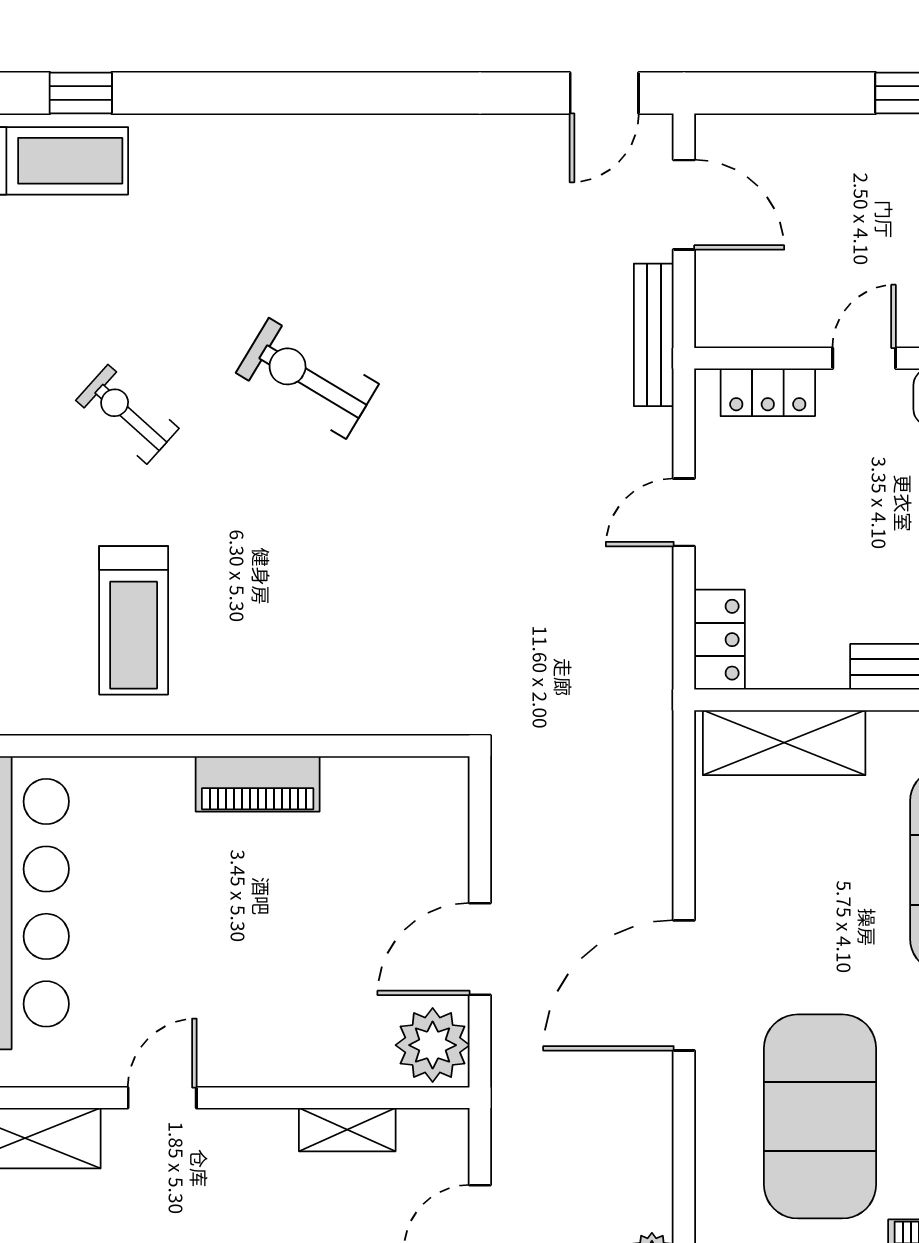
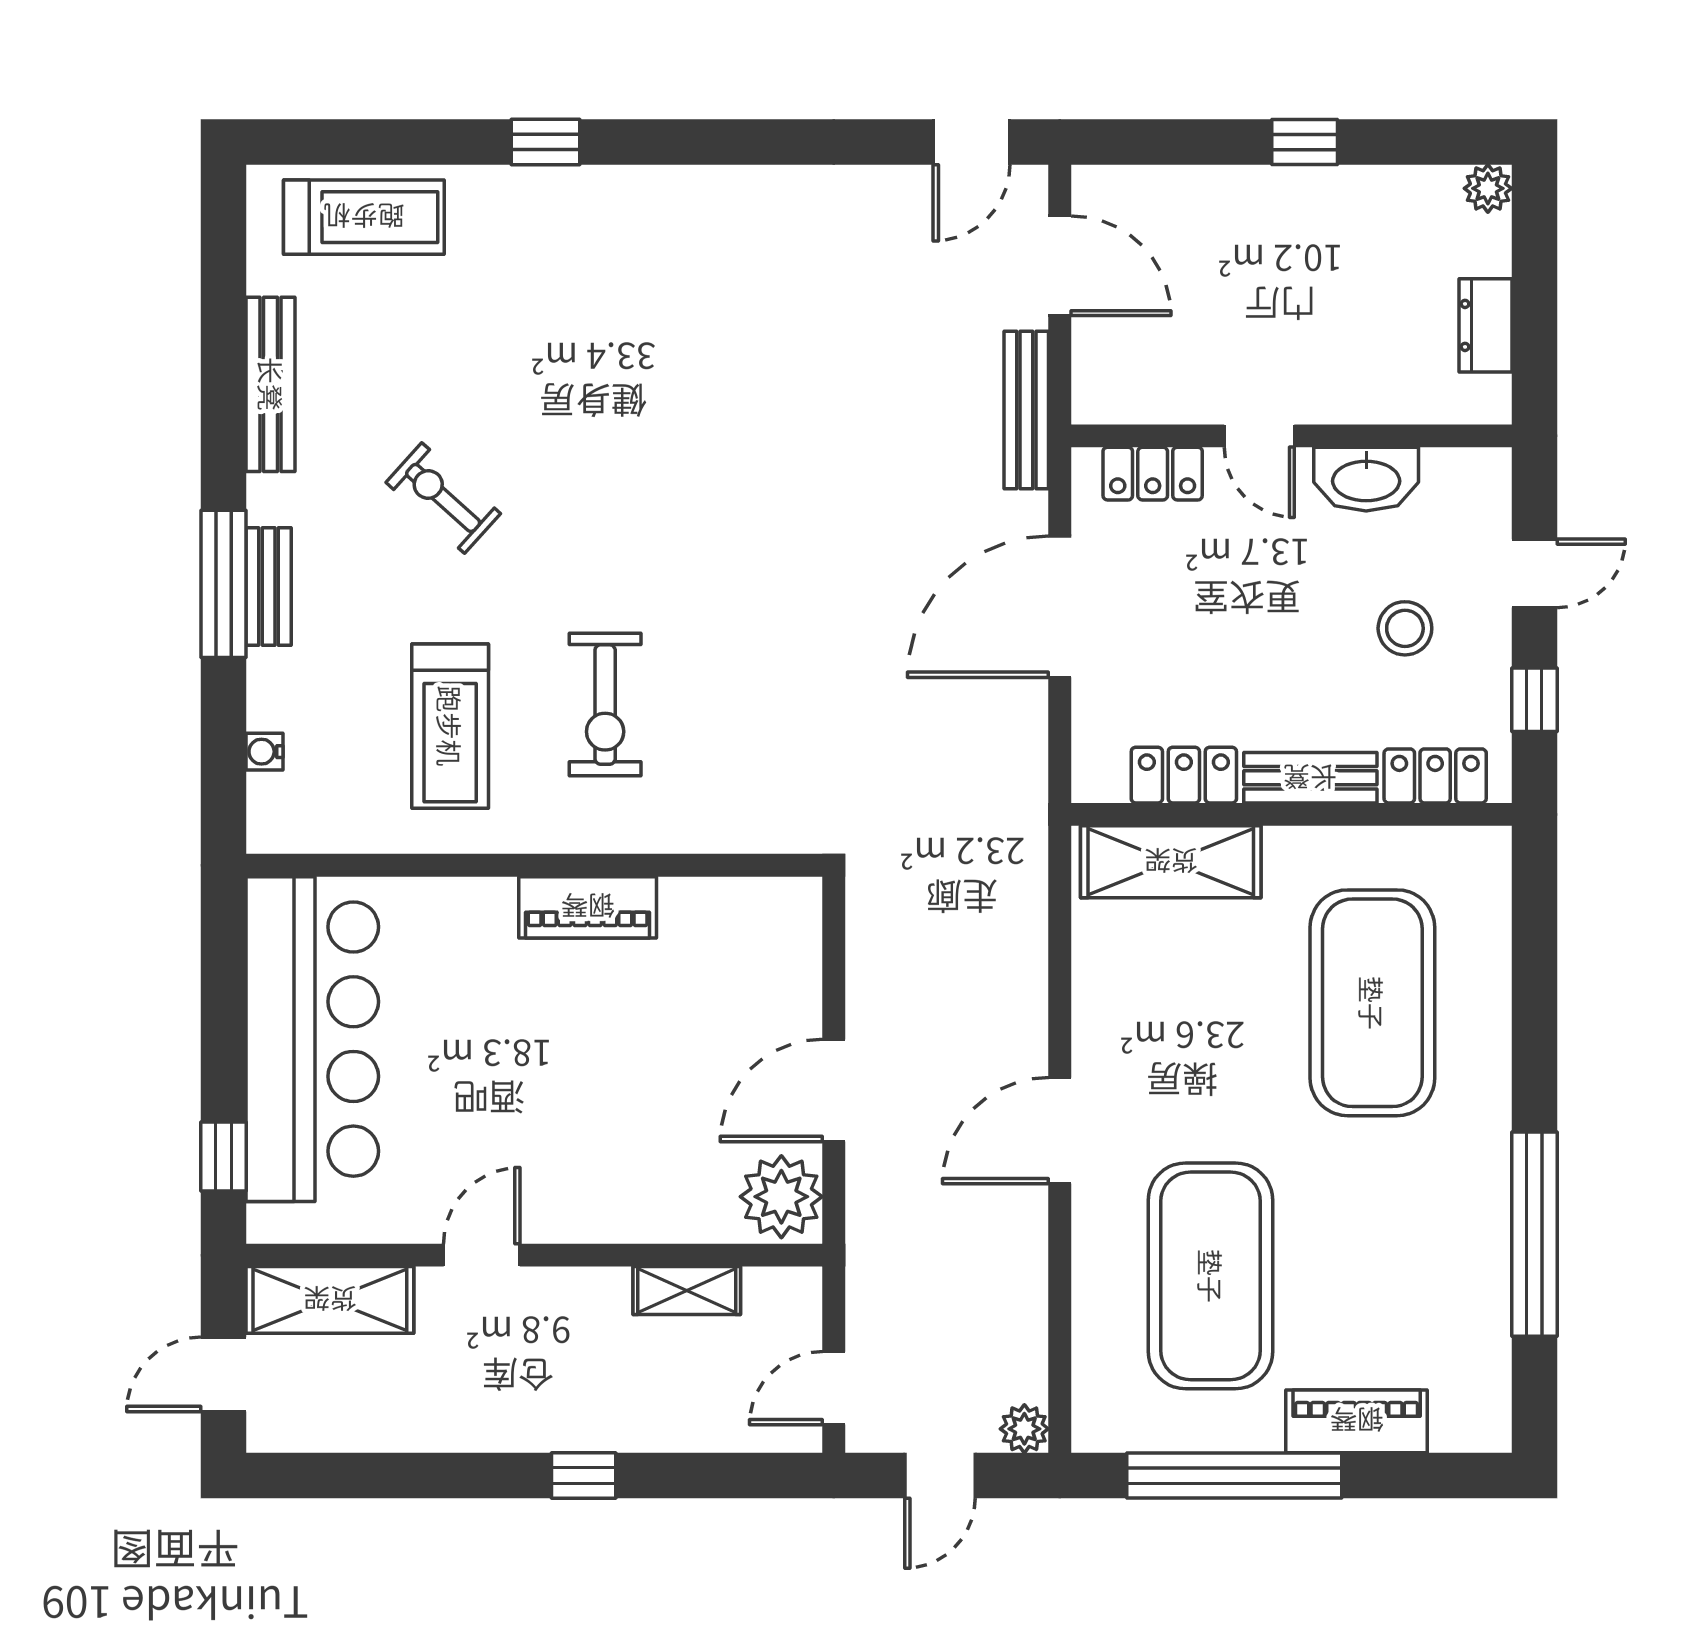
window: (81, 93) -> (545, 142), moved
door: (864, 358) -> (1259, 436), swing flipped
exercise bike: (307, 378) -> (605, 705), moved, turned -121
door: (684, 512) -> (1060, 607), width x1.87
locker: (719, 640) -> (1184, 775), moved, turned -90
door: (684, 985) -> (1060, 1131), width x0.73

